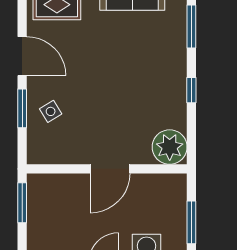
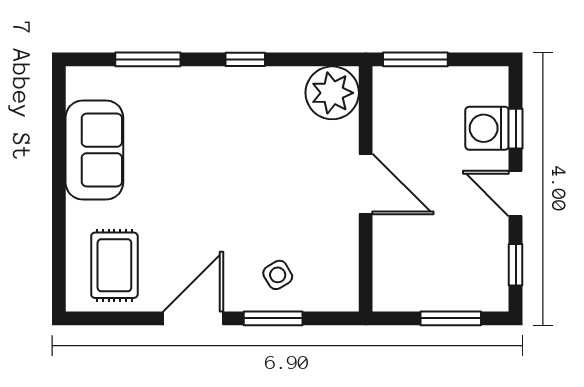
window: (22, 203) -> (451, 318), moved
window: (191, 222) -> (415, 59), moved

